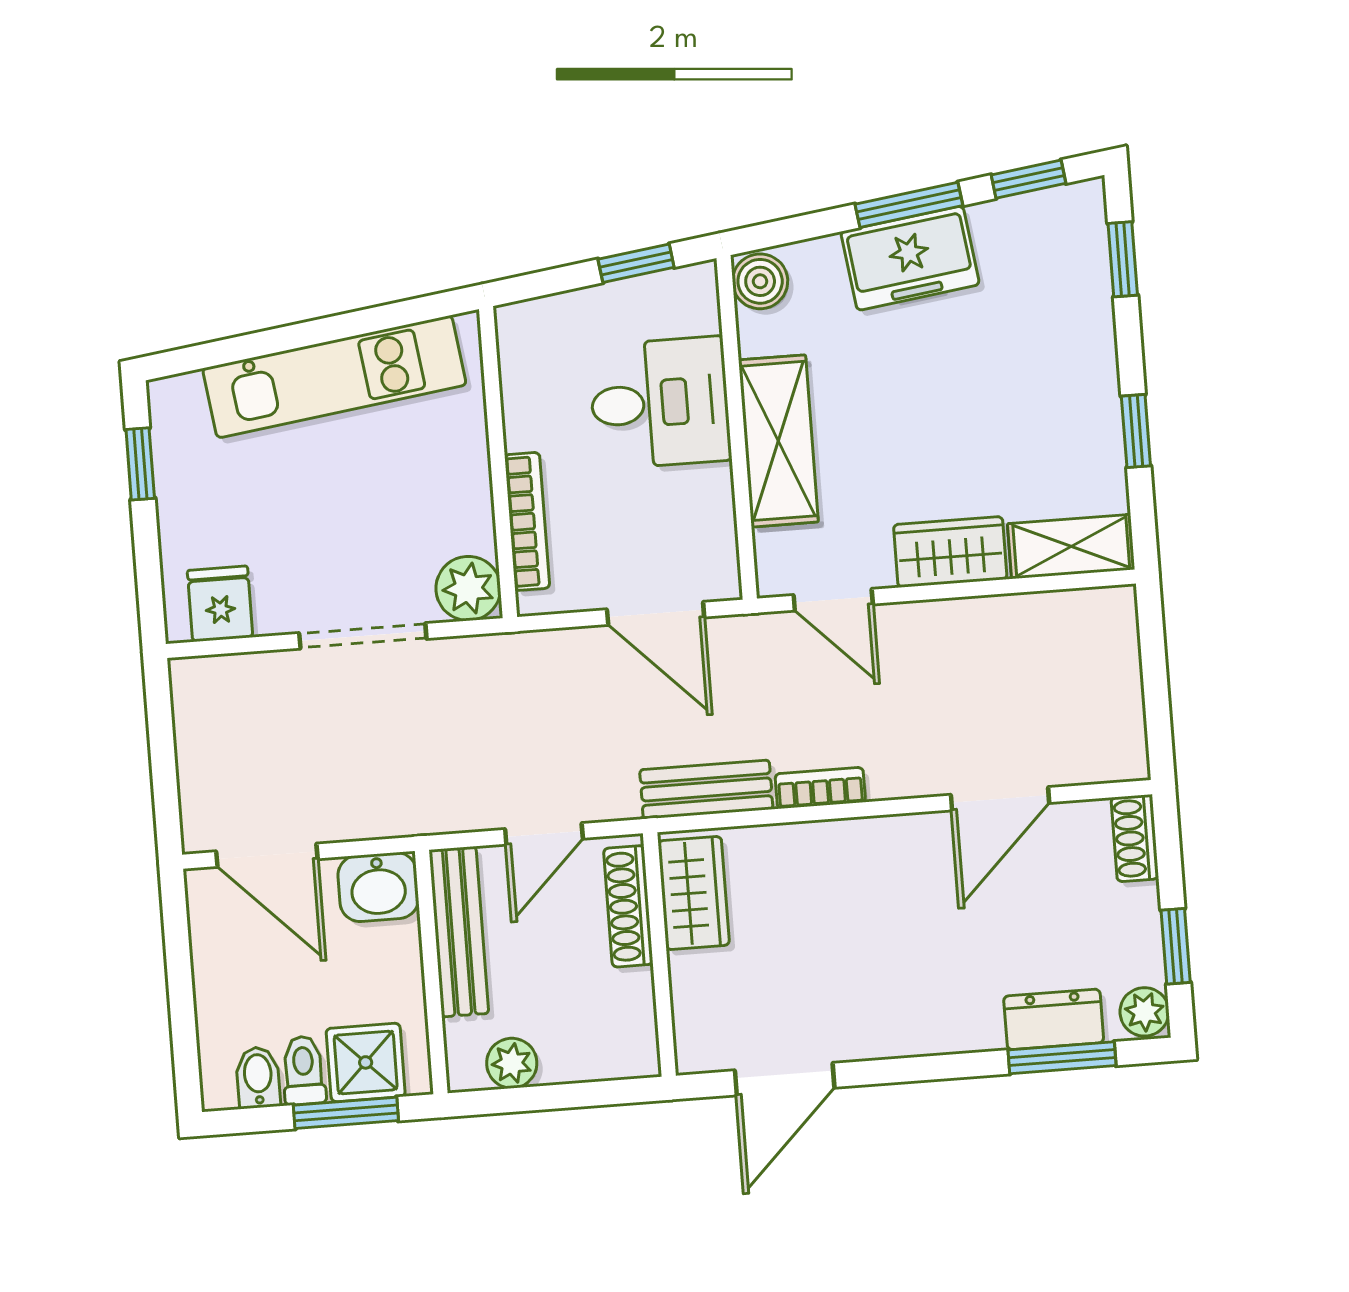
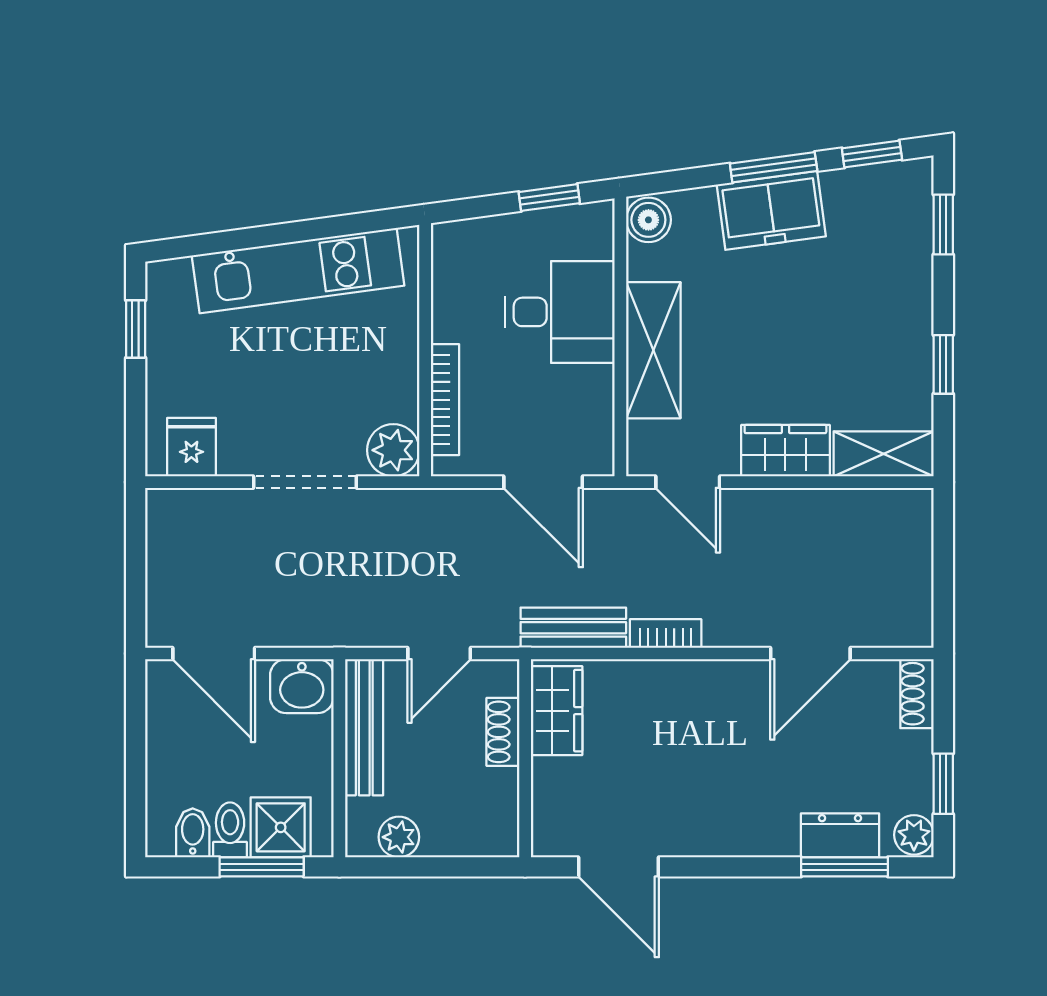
shoe rack: (628, 906) -> (503, 732), width x0.70
door: (785, 1079) -> (619, 867), hinge flipped

